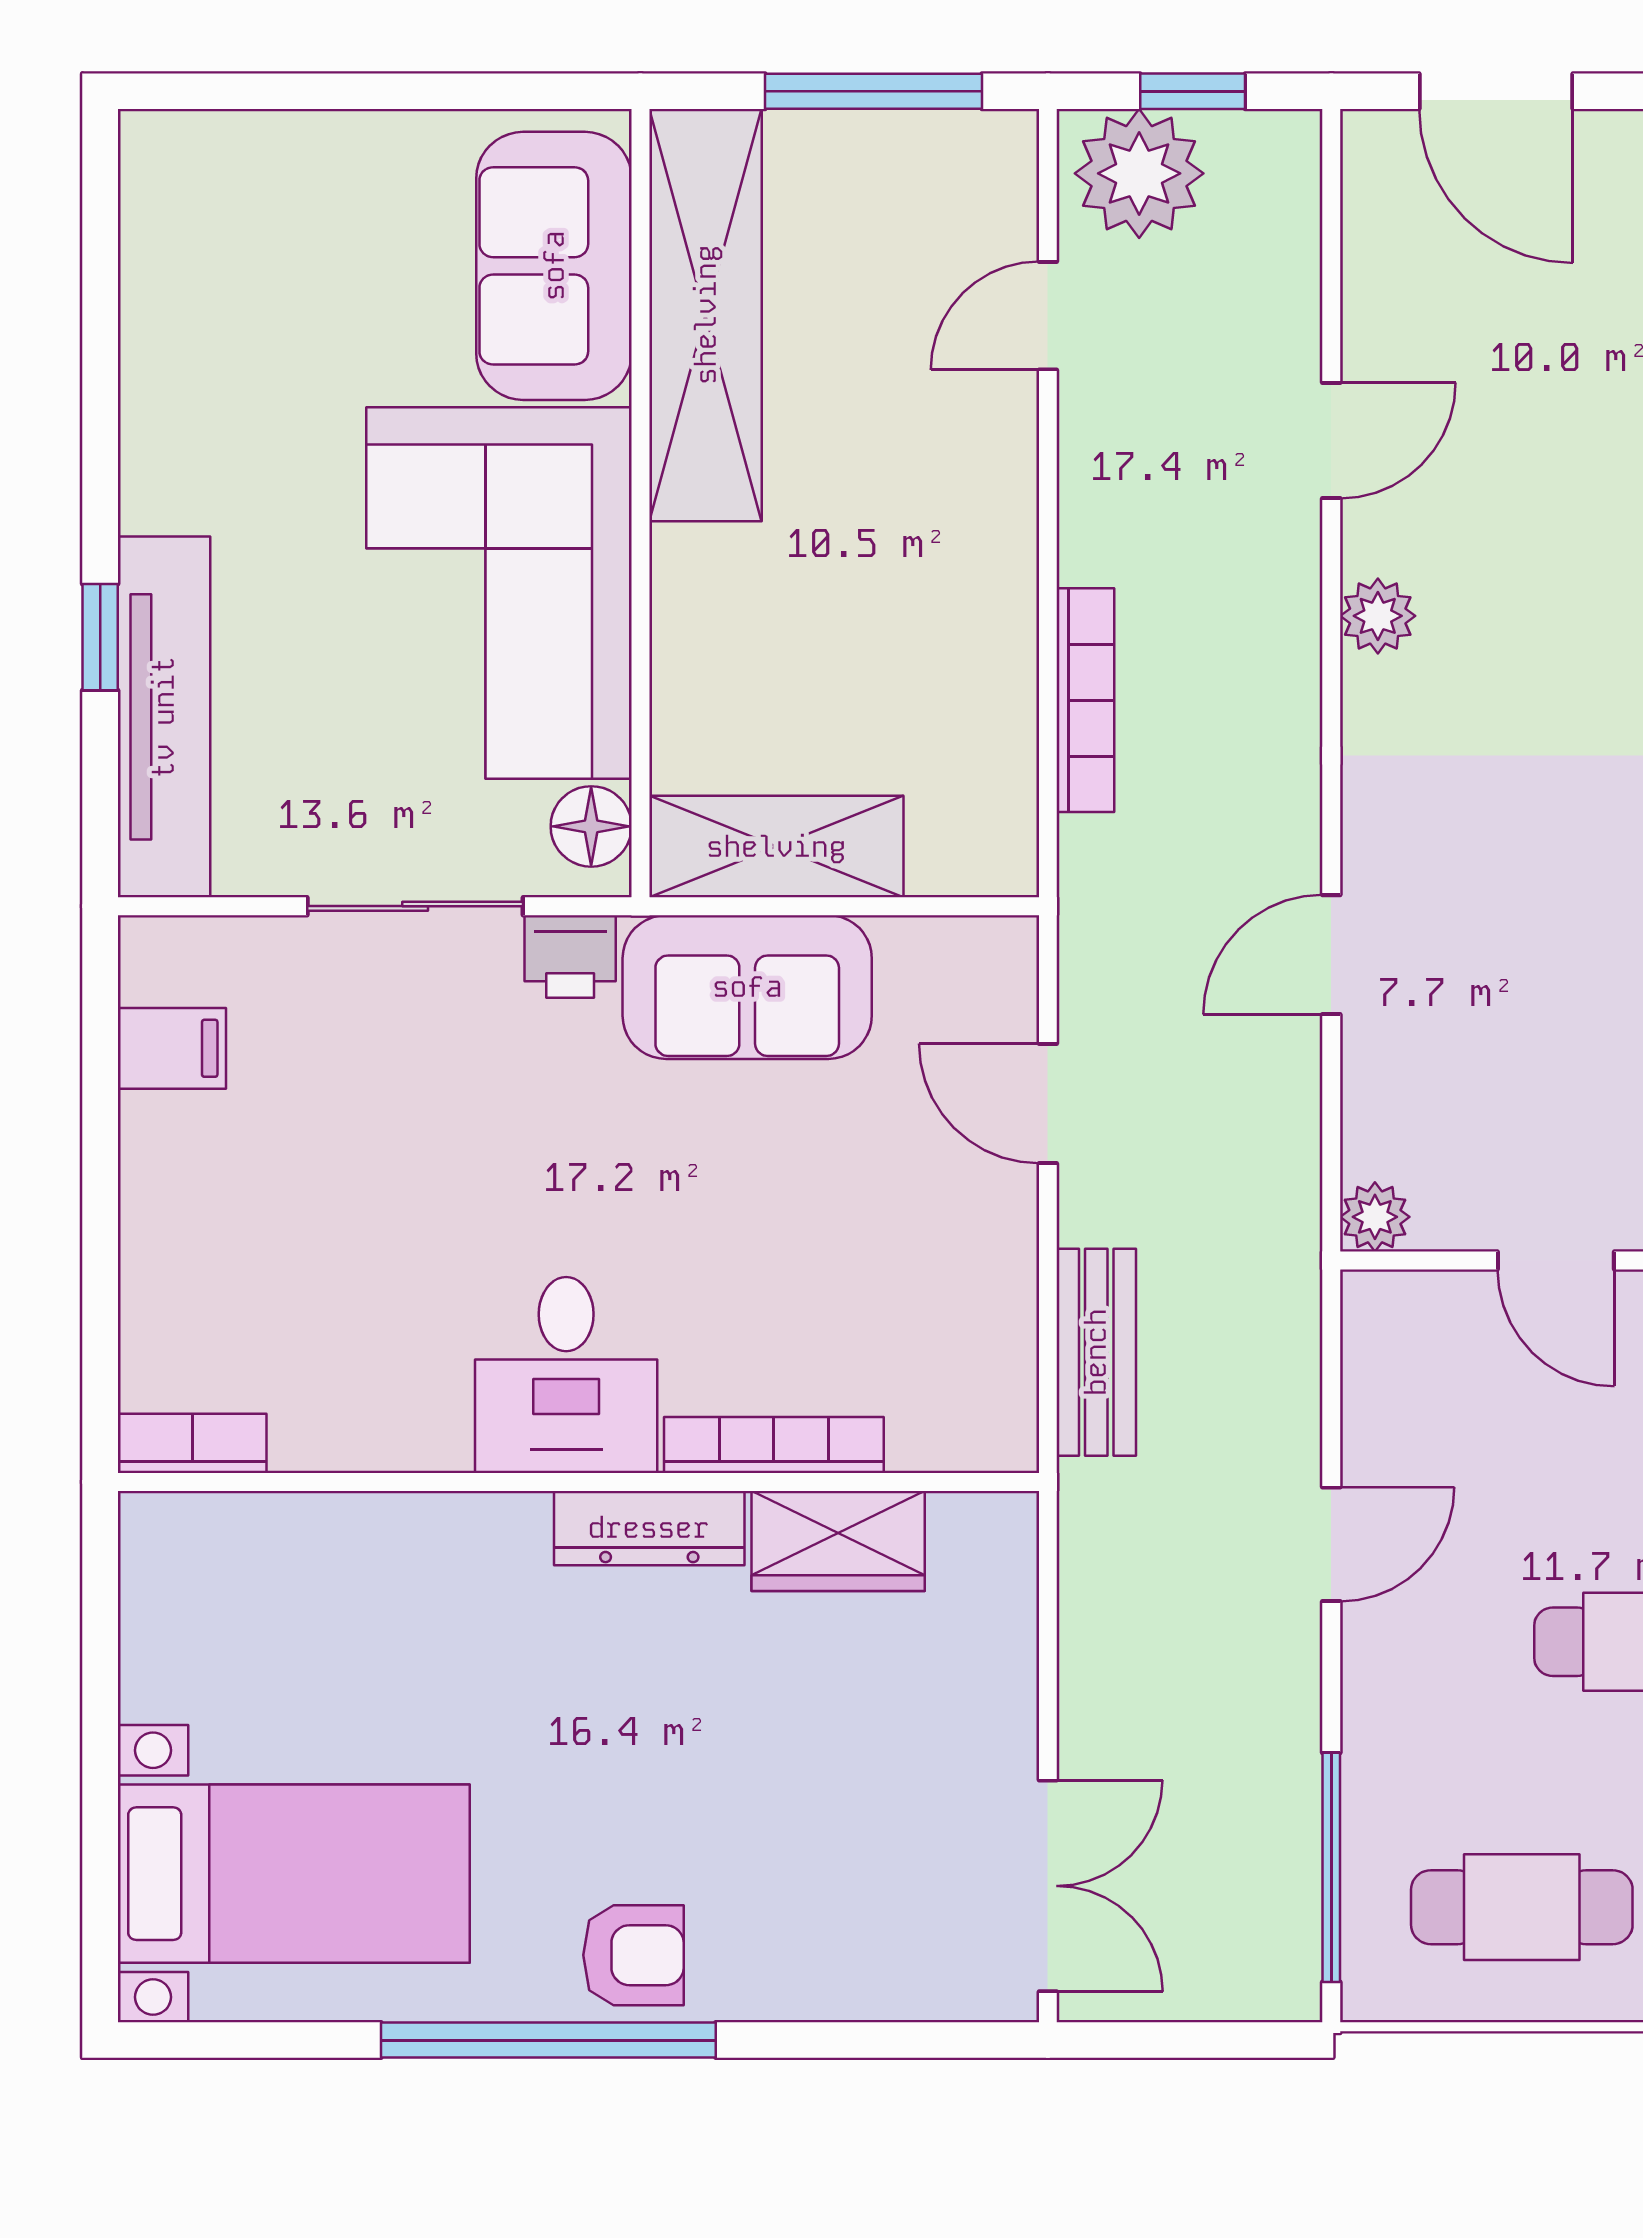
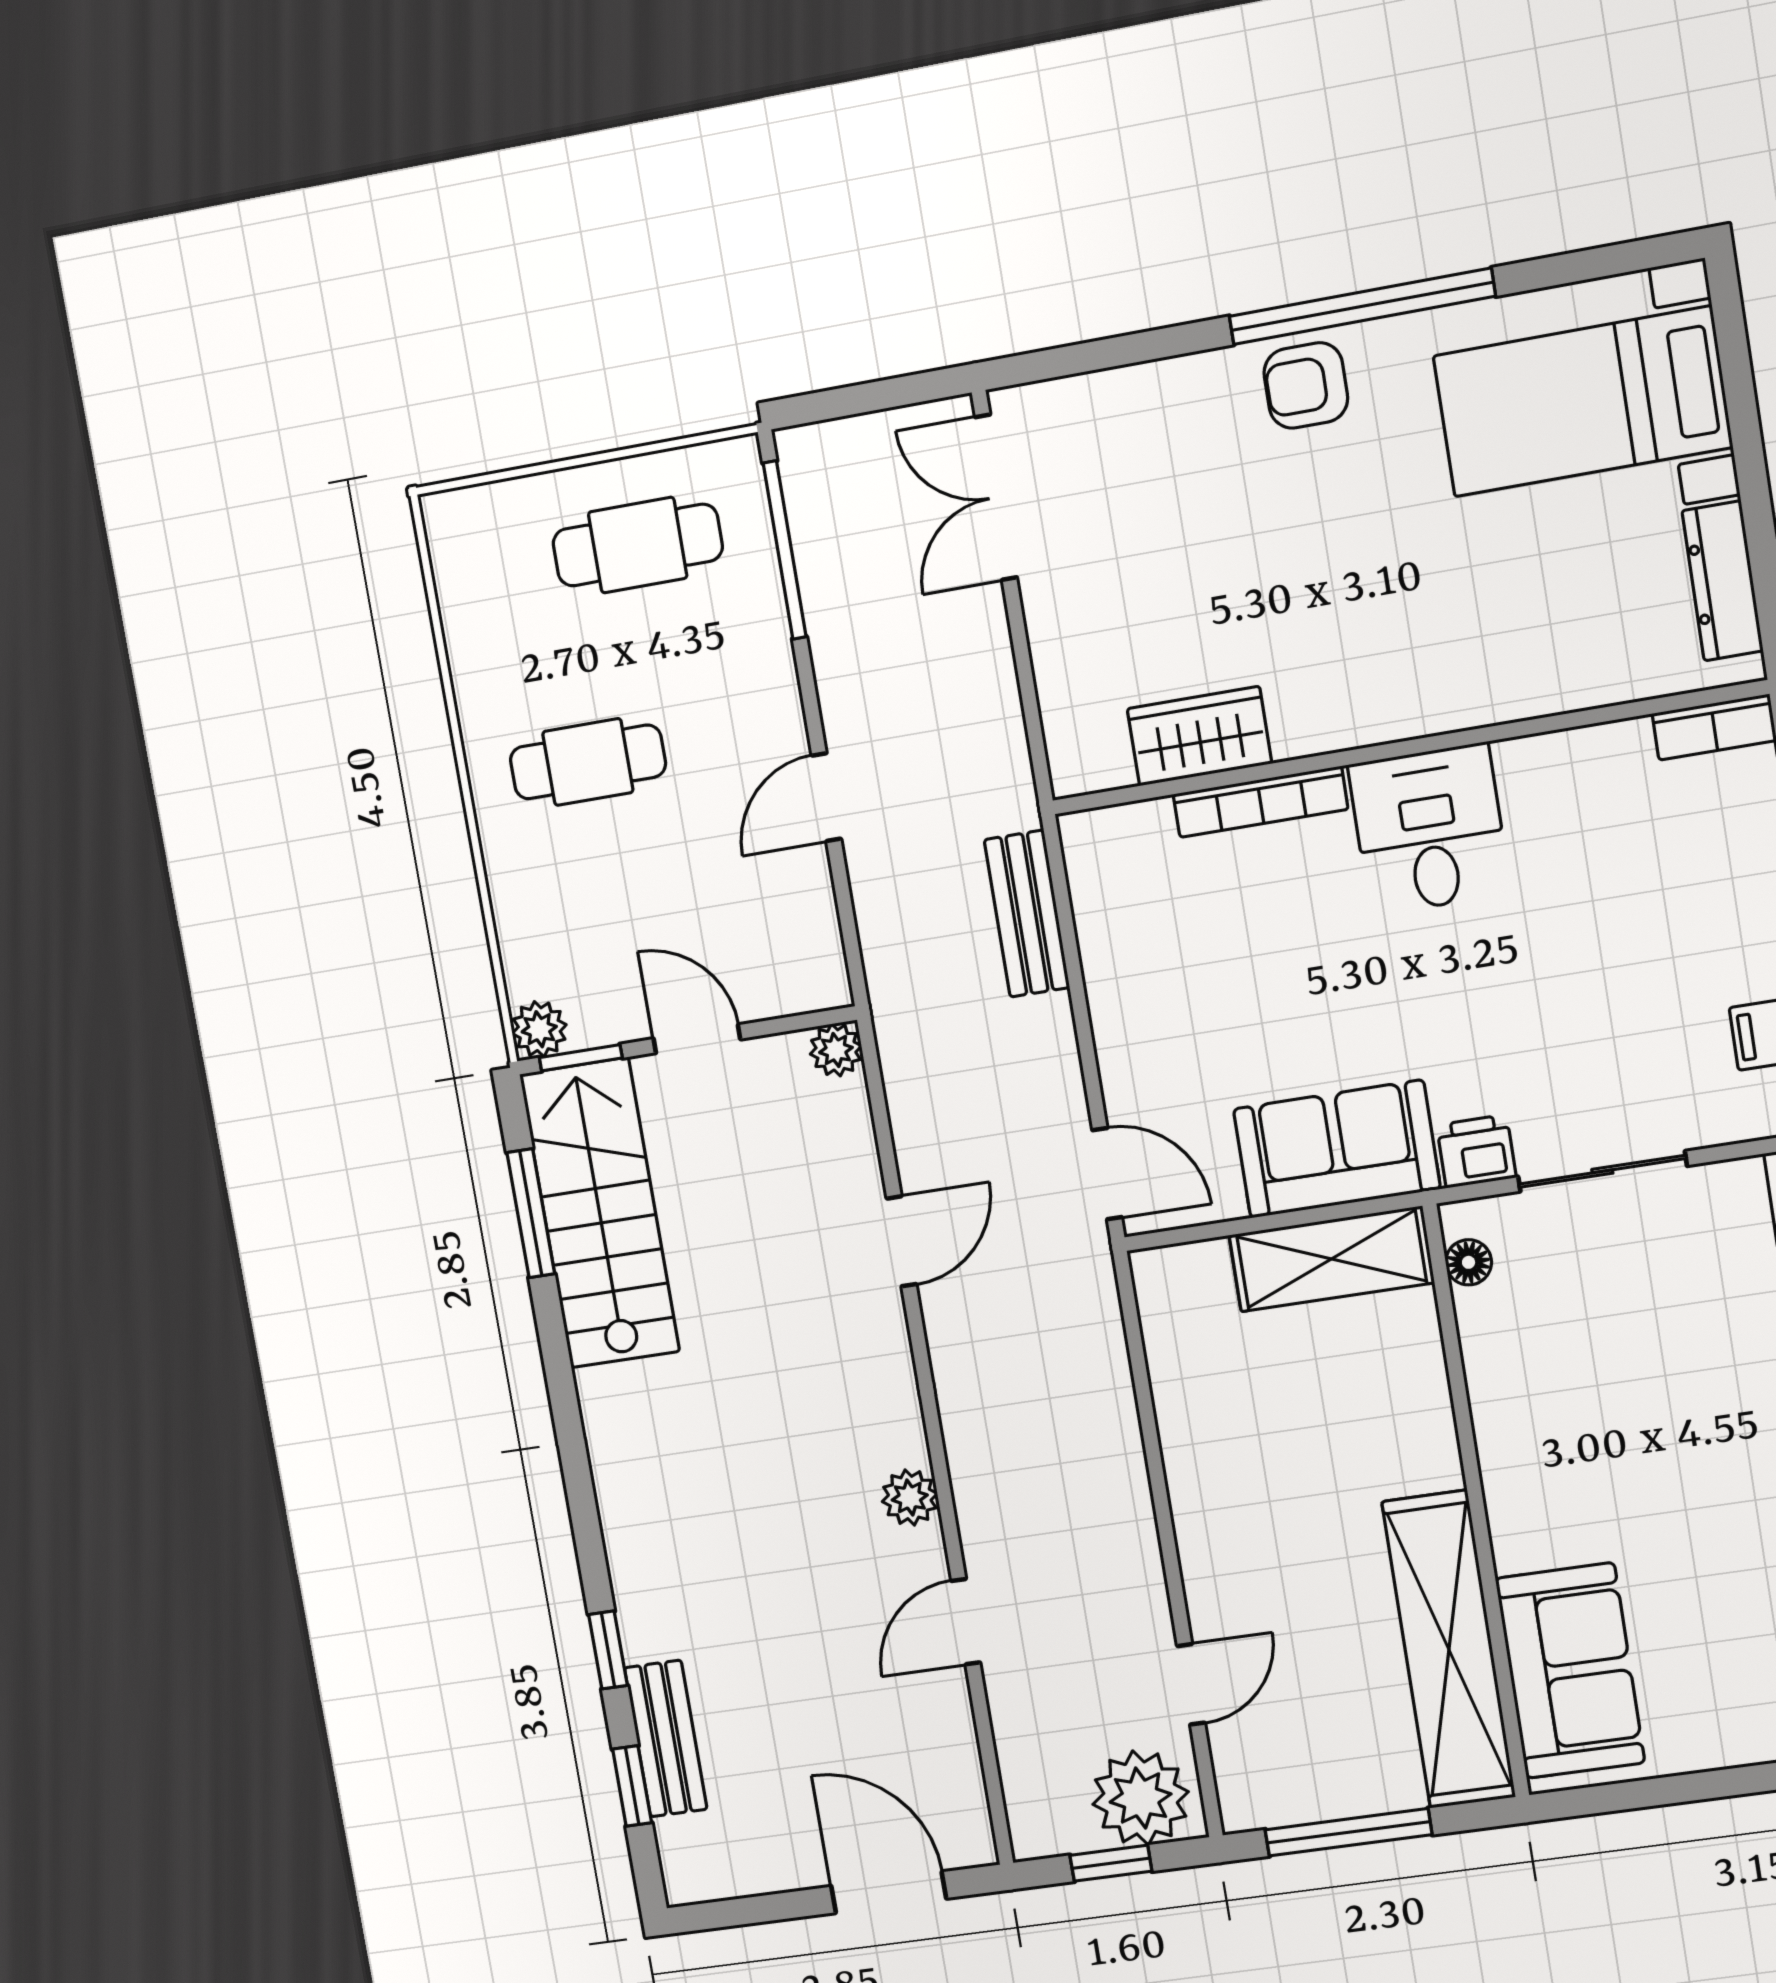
corner sofa: (499, 593) -> (1574, 1419), removed
bookcase: (1085, 700) -> (1116, 1404), removed
floor lamp: (591, 826) -> (1469, 1262), width x0.73, depth x0.73
door: (1048, 1103) -> (1107, 1174), moved
dresser: (649, 1528) -> (1723, 581), moved, turned -90

